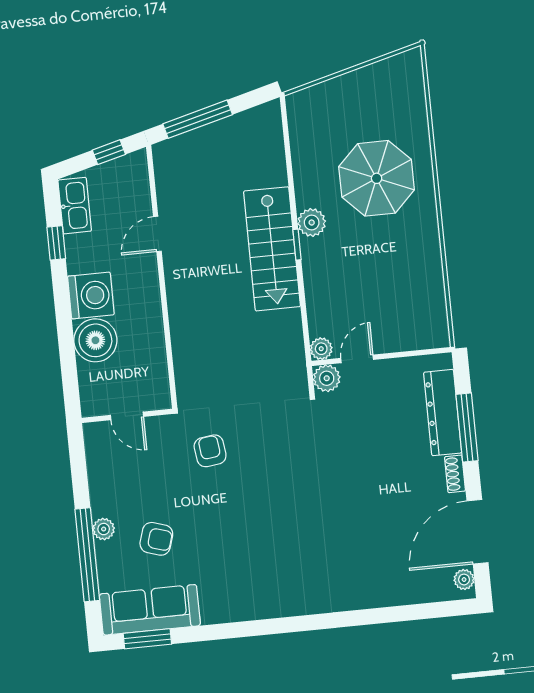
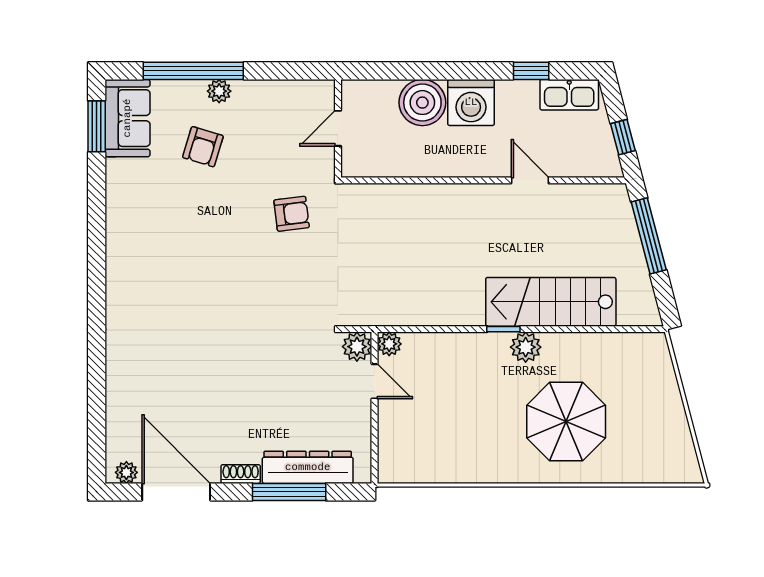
stairs: (272, 249) -> (551, 302), moved
sofa: (150, 610) -> (127, 118), width x0.73

